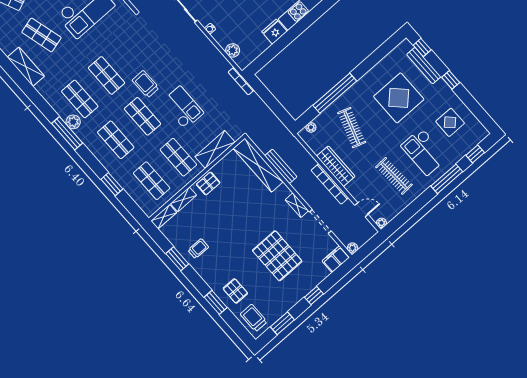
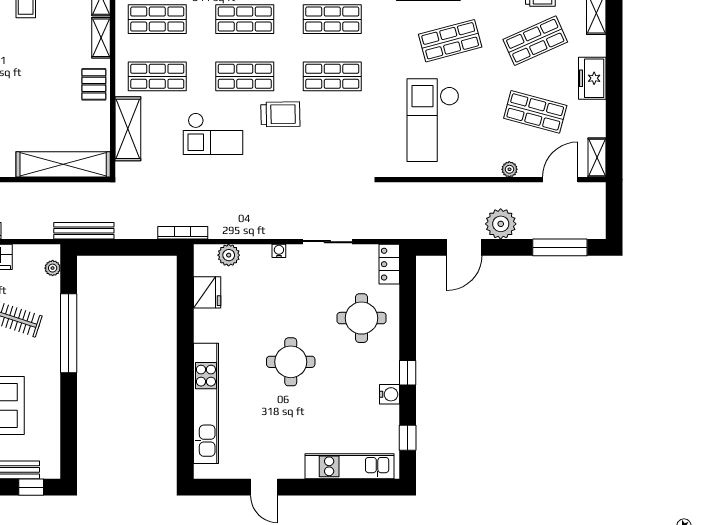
fridge: (274, 32) -> (207, 292), moved
bench: (281, 166) -> (84, 231), moved

